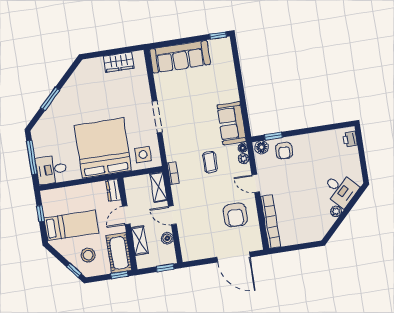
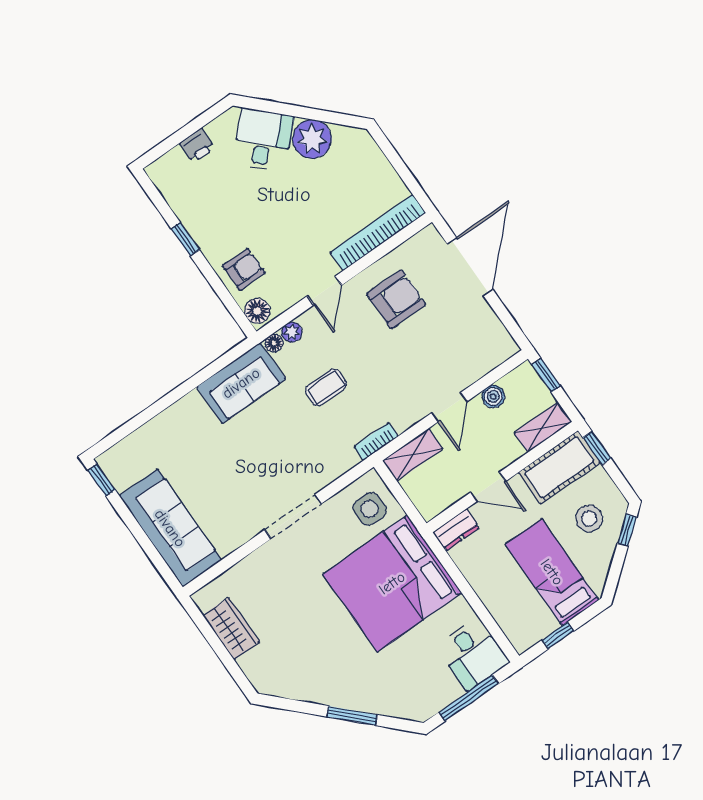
window: (273, 136) -> (185, 239), moved
printer: (350, 139) -> (197, 146), moved
plant: (336, 211) -> (312, 139), width x1.87, depth x1.87
shelving: (139, 240) -> (543, 427), moved

